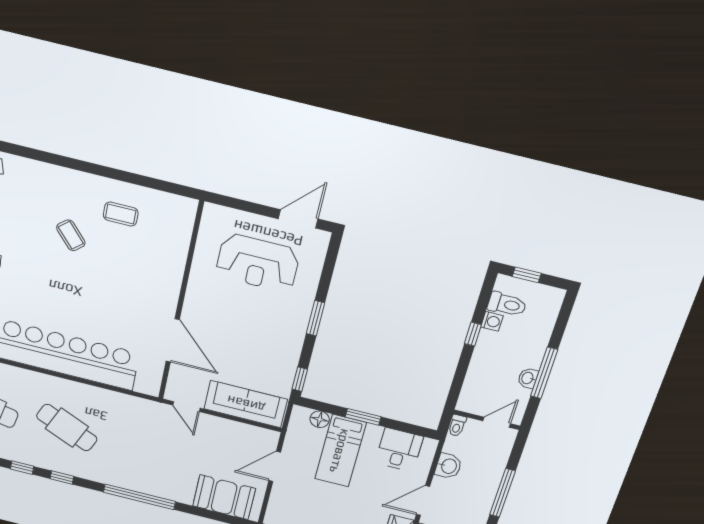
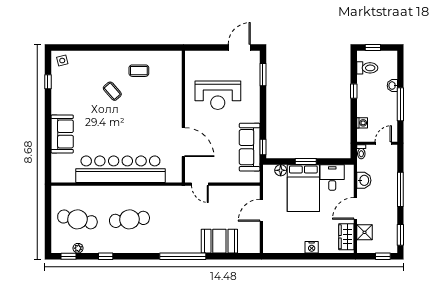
reception desk: (258, 263) -> (218, 95), moved
window: (316, 318) -> (263, 75), moved
washing machine: (492, 321) -> (362, 123), moved
washbasin: (528, 378) -> (392, 86), moved
sofa: (246, 404) -> (250, 147), moved, turned -90
cafe table: (67, 428) -> (129, 219), turned -30
bed: (340, 451) -> (303, 188), width x1.50
window: (62, 477) -> (132, 256), removed
booth: (224, 497) -> (219, 241), moved

